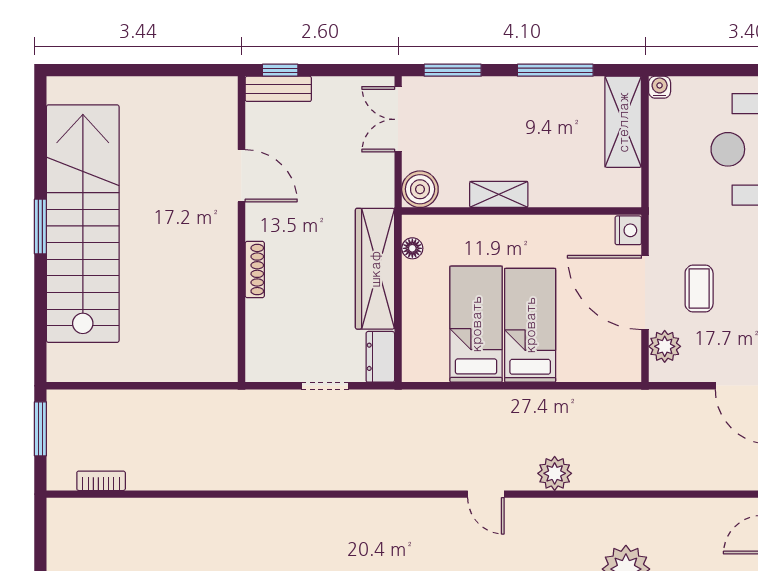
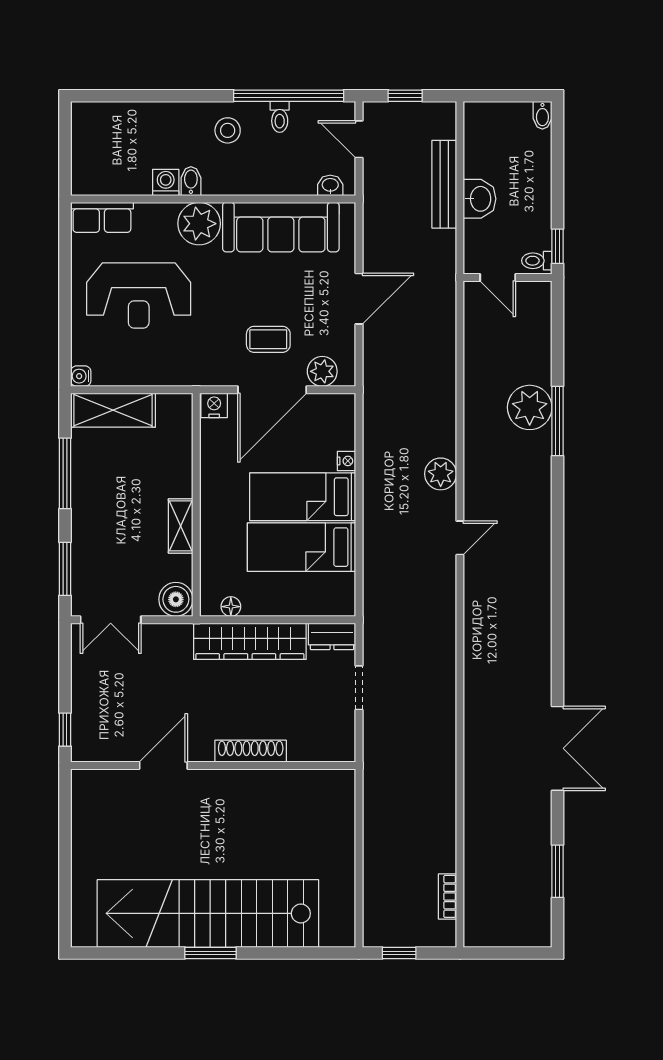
bench: (278, 89) -> (82, 731), removed
shoe rack: (255, 270) -> (251, 751), width x1.36, depth x1.24
nightstand: (568, 372) -> (346, 461), added
window: (40, 429) -> (399, 953), width x0.67

